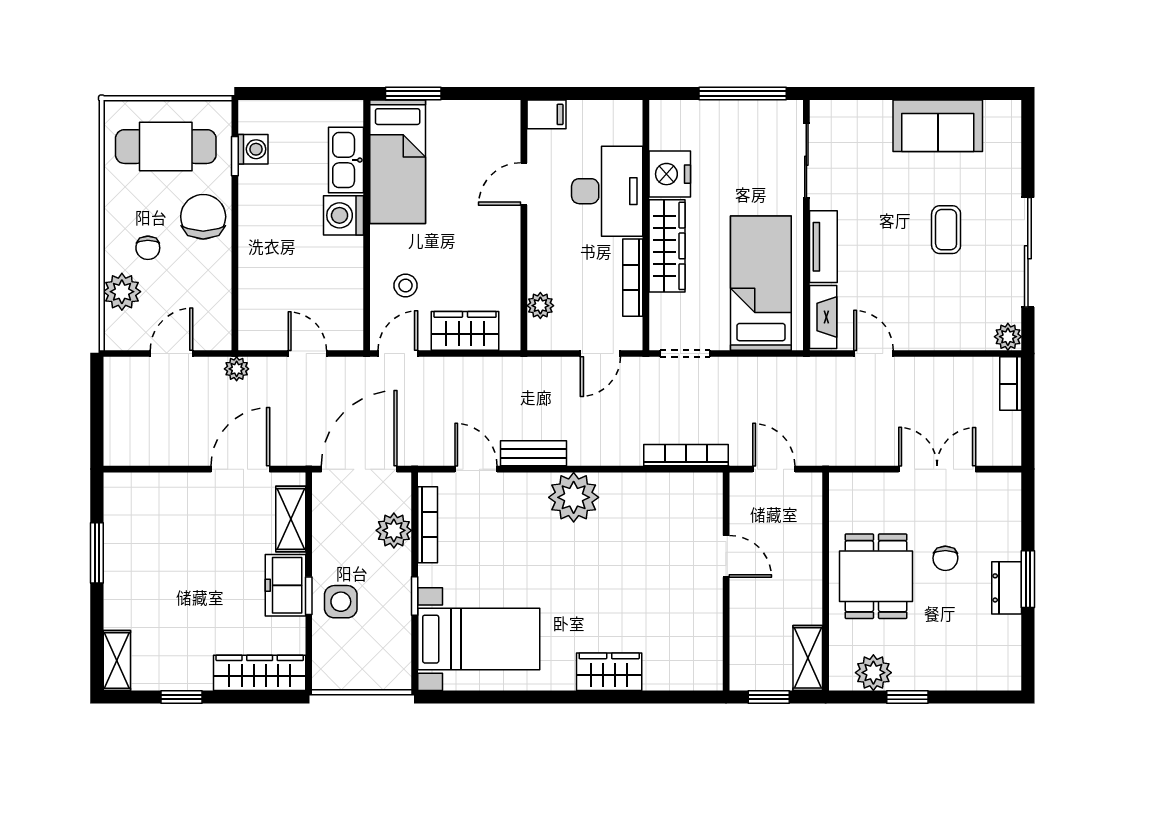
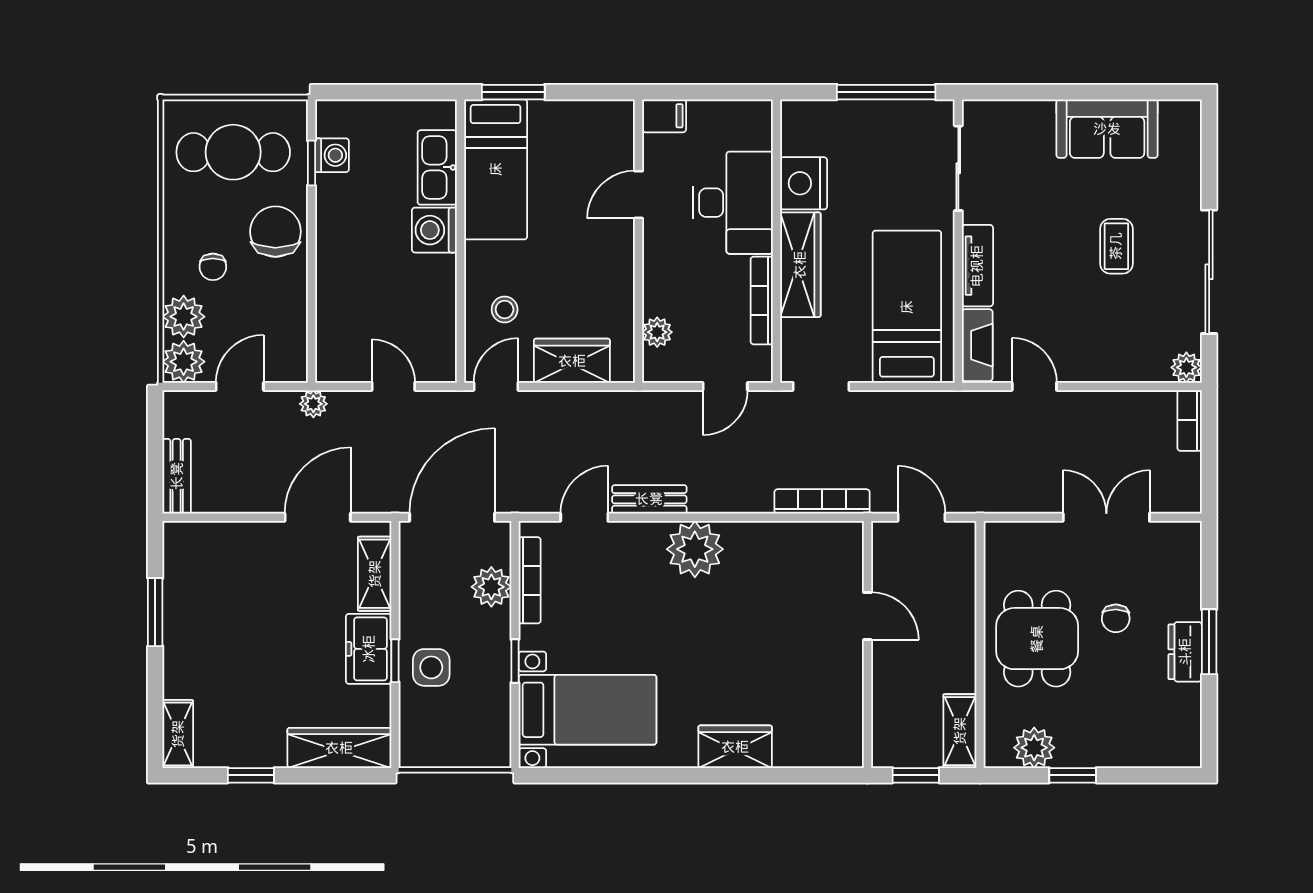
plant: (122, 332) -> (184, 362), added
bench: (116, 433) -> (177, 476), added
door: (476, 469) -> (584, 517), hinge flipped

